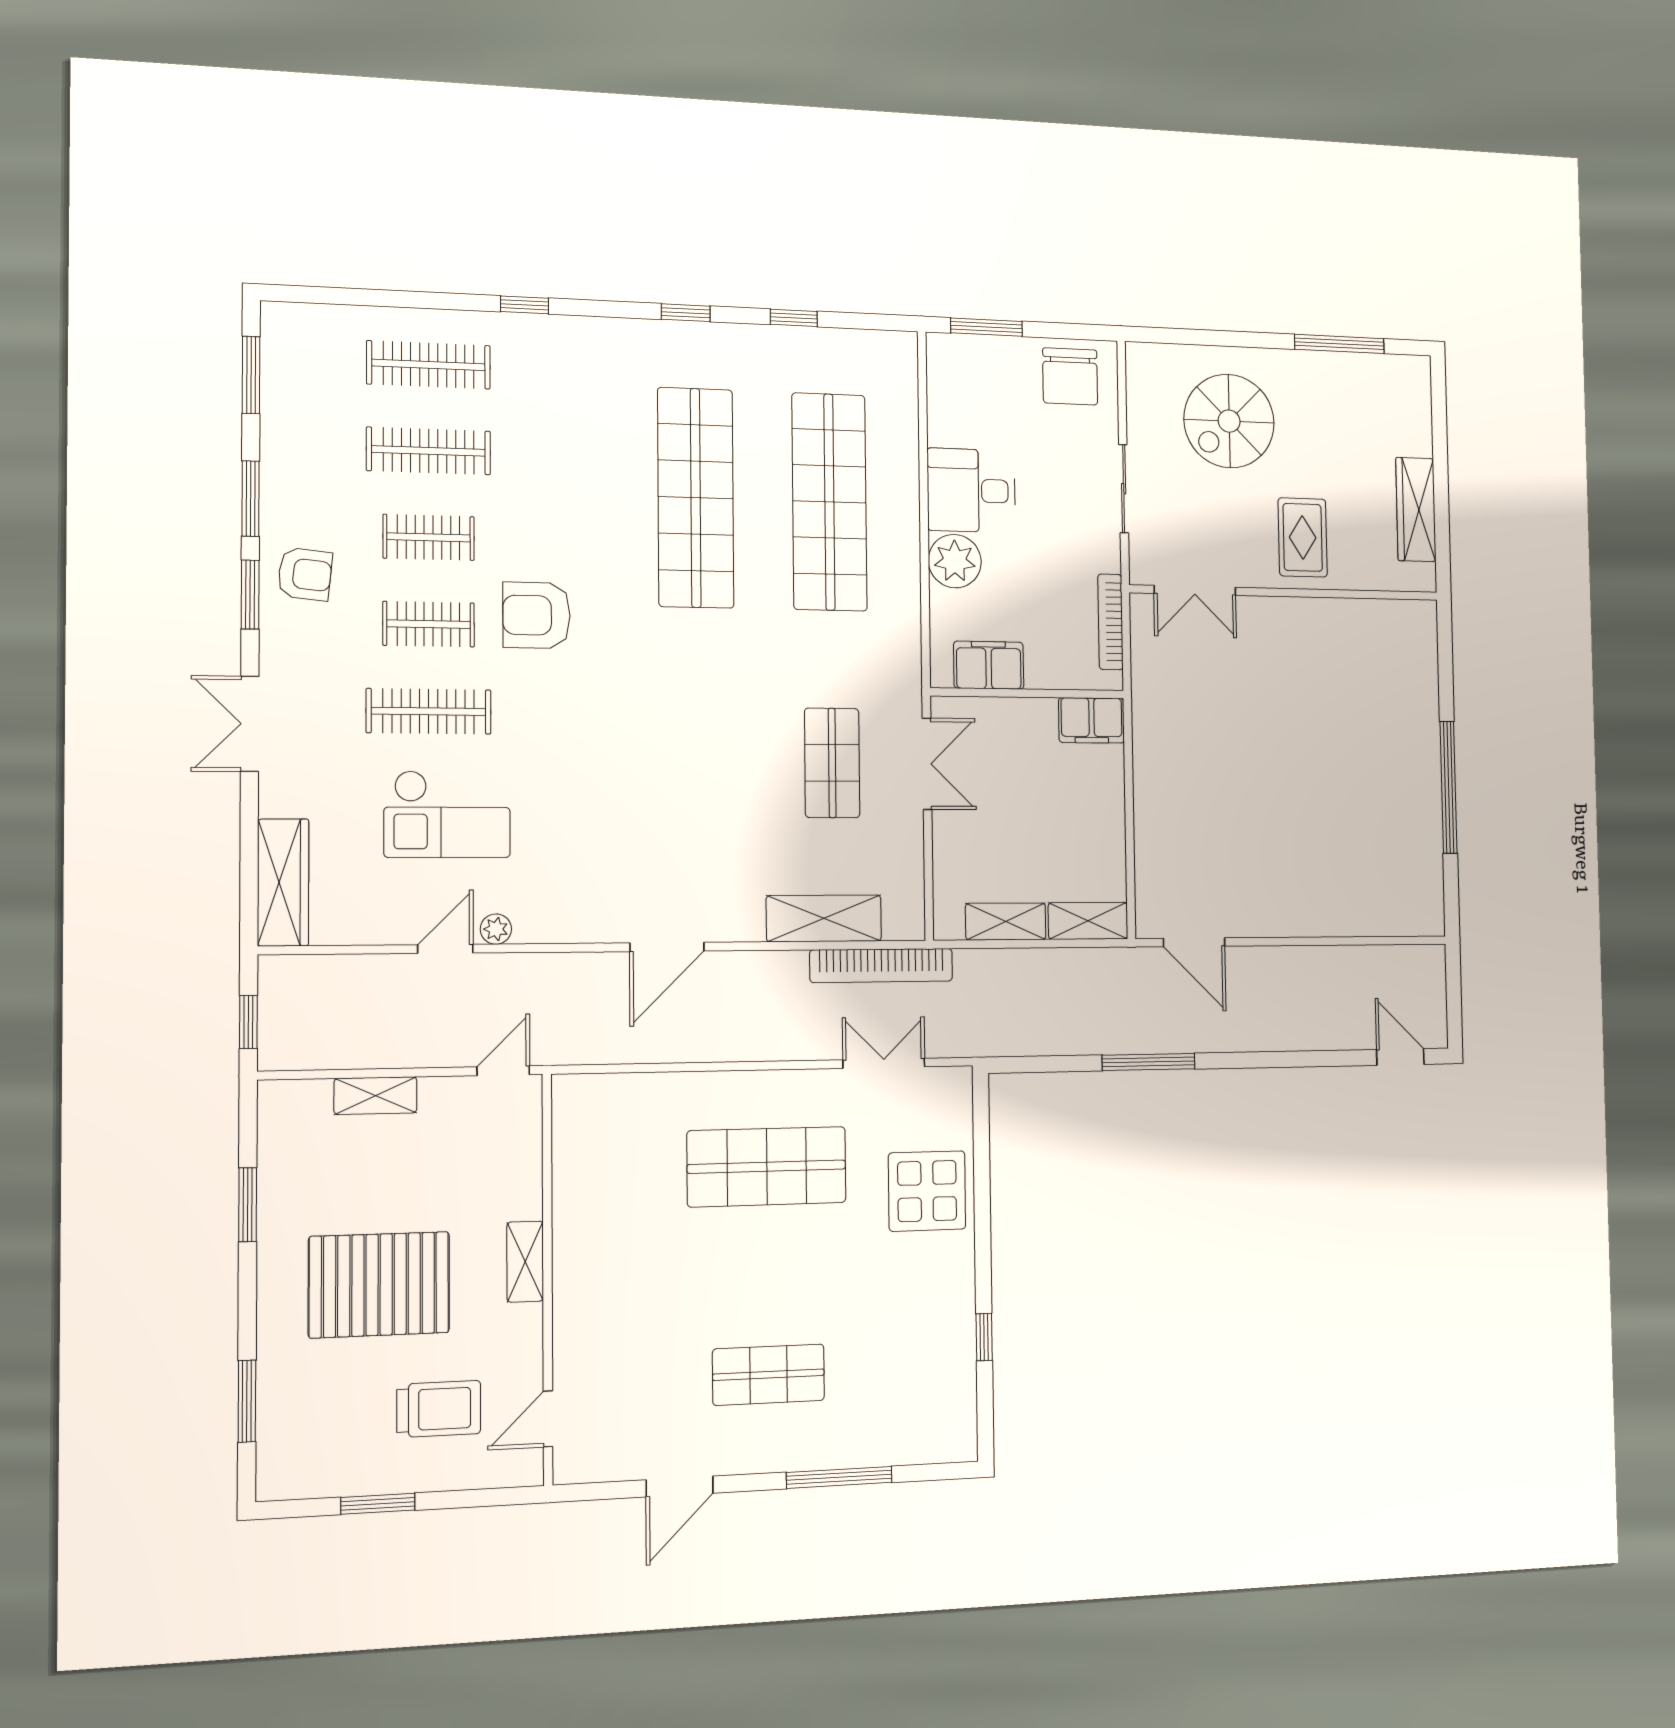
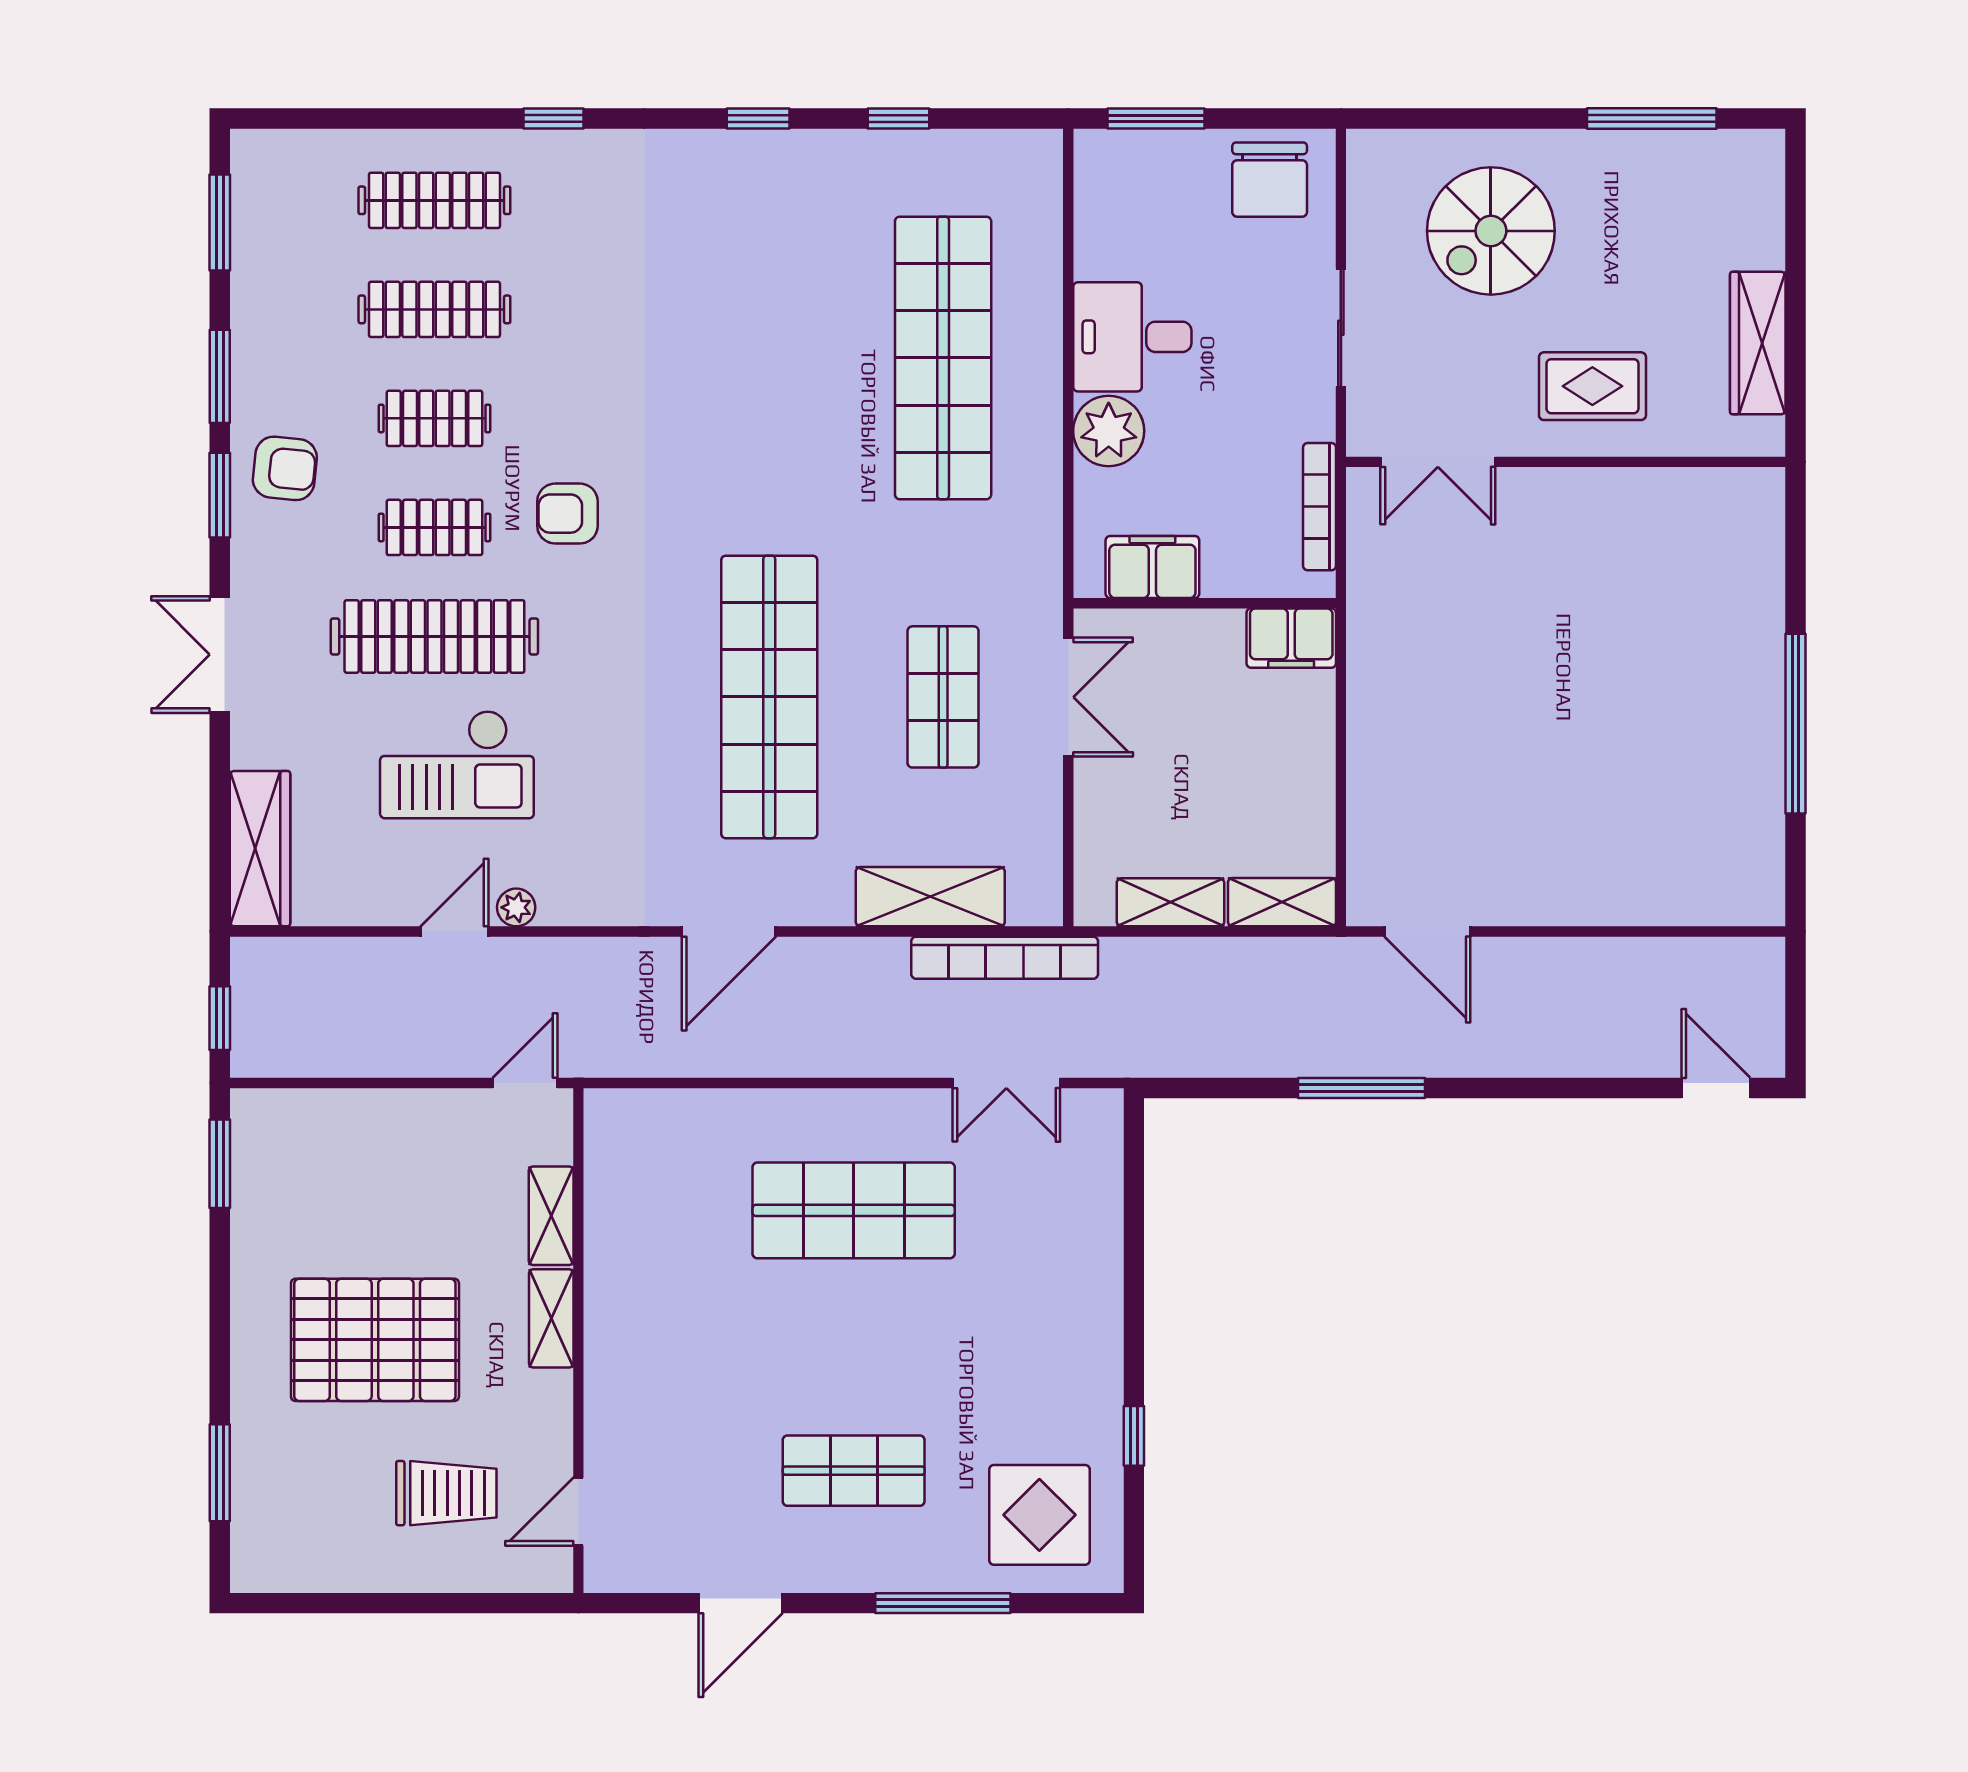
shop shelf: (696, 498) -> (769, 697), moved
rug: (1303, 537) -> (1592, 386), turned 90
armchair: (537, 615) -> (567, 514), width x0.72, depth x0.72
clothes rail: (429, 711) -> (434, 636), width x1.37, depth x1.31
double door: (884, 1063) -> (1006, 1083), swing flipped
shelving: (375, 1096) -> (551, 1216), moved, turned 90
display table: (927, 1191) -> (1039, 1515), moved
window: (248, 1205) -> (220, 1164), moved
window: (378, 1504) -> (374, 1603), removed

